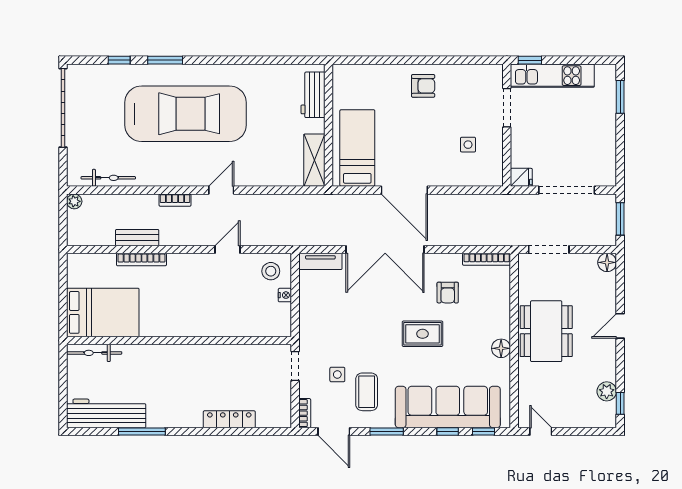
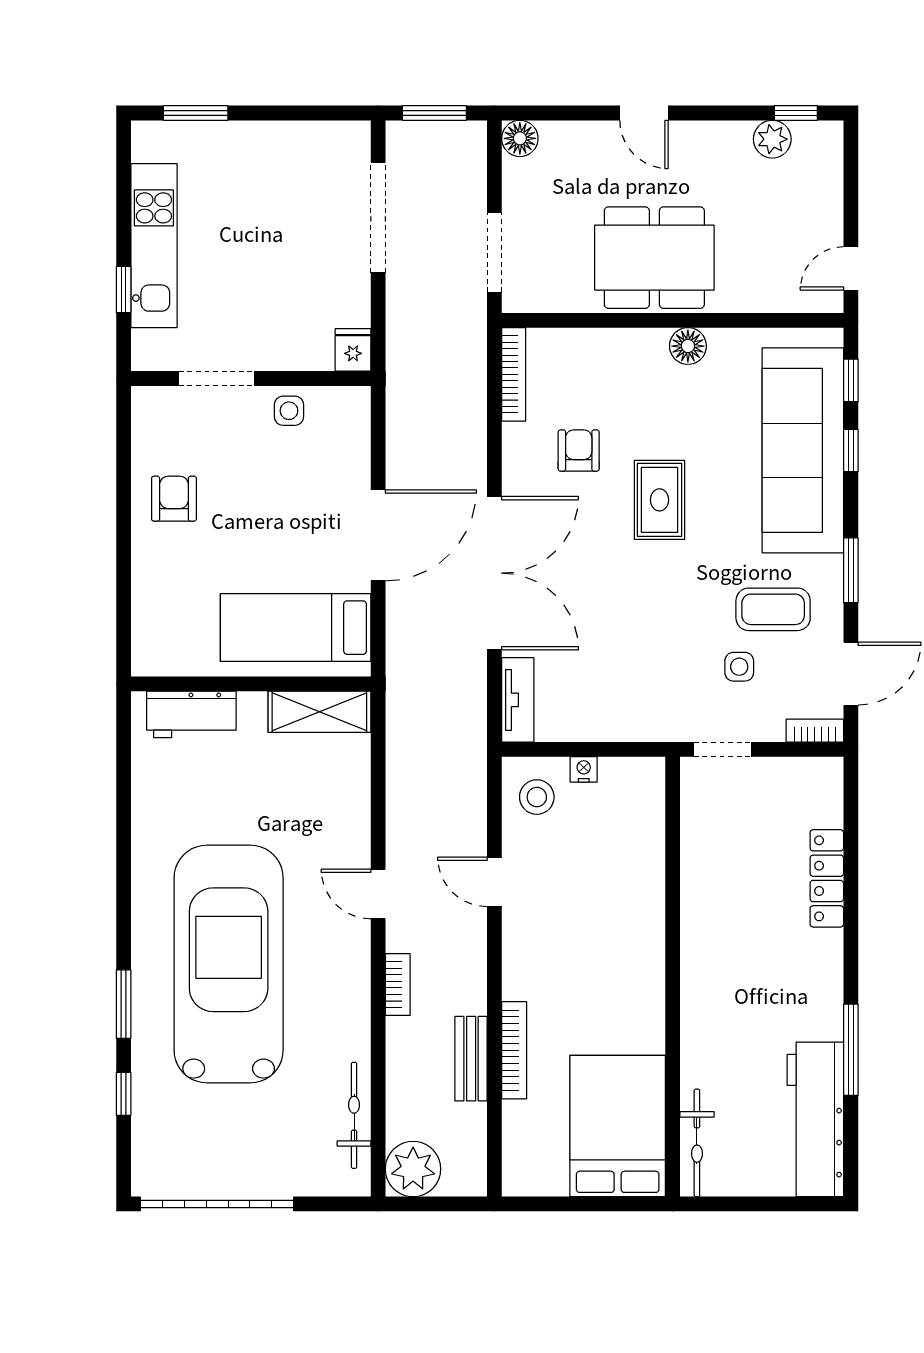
doorway: (507, 108) -> (217, 378), moved
wall: (507, 125) -> (251, 378), moved
fridge: (521, 177) -> (353, 350), moved
plant: (74, 201) -> (413, 1169), width x1.88, depth x1.88
armchair: (448, 293) -> (579, 451), turned -90

